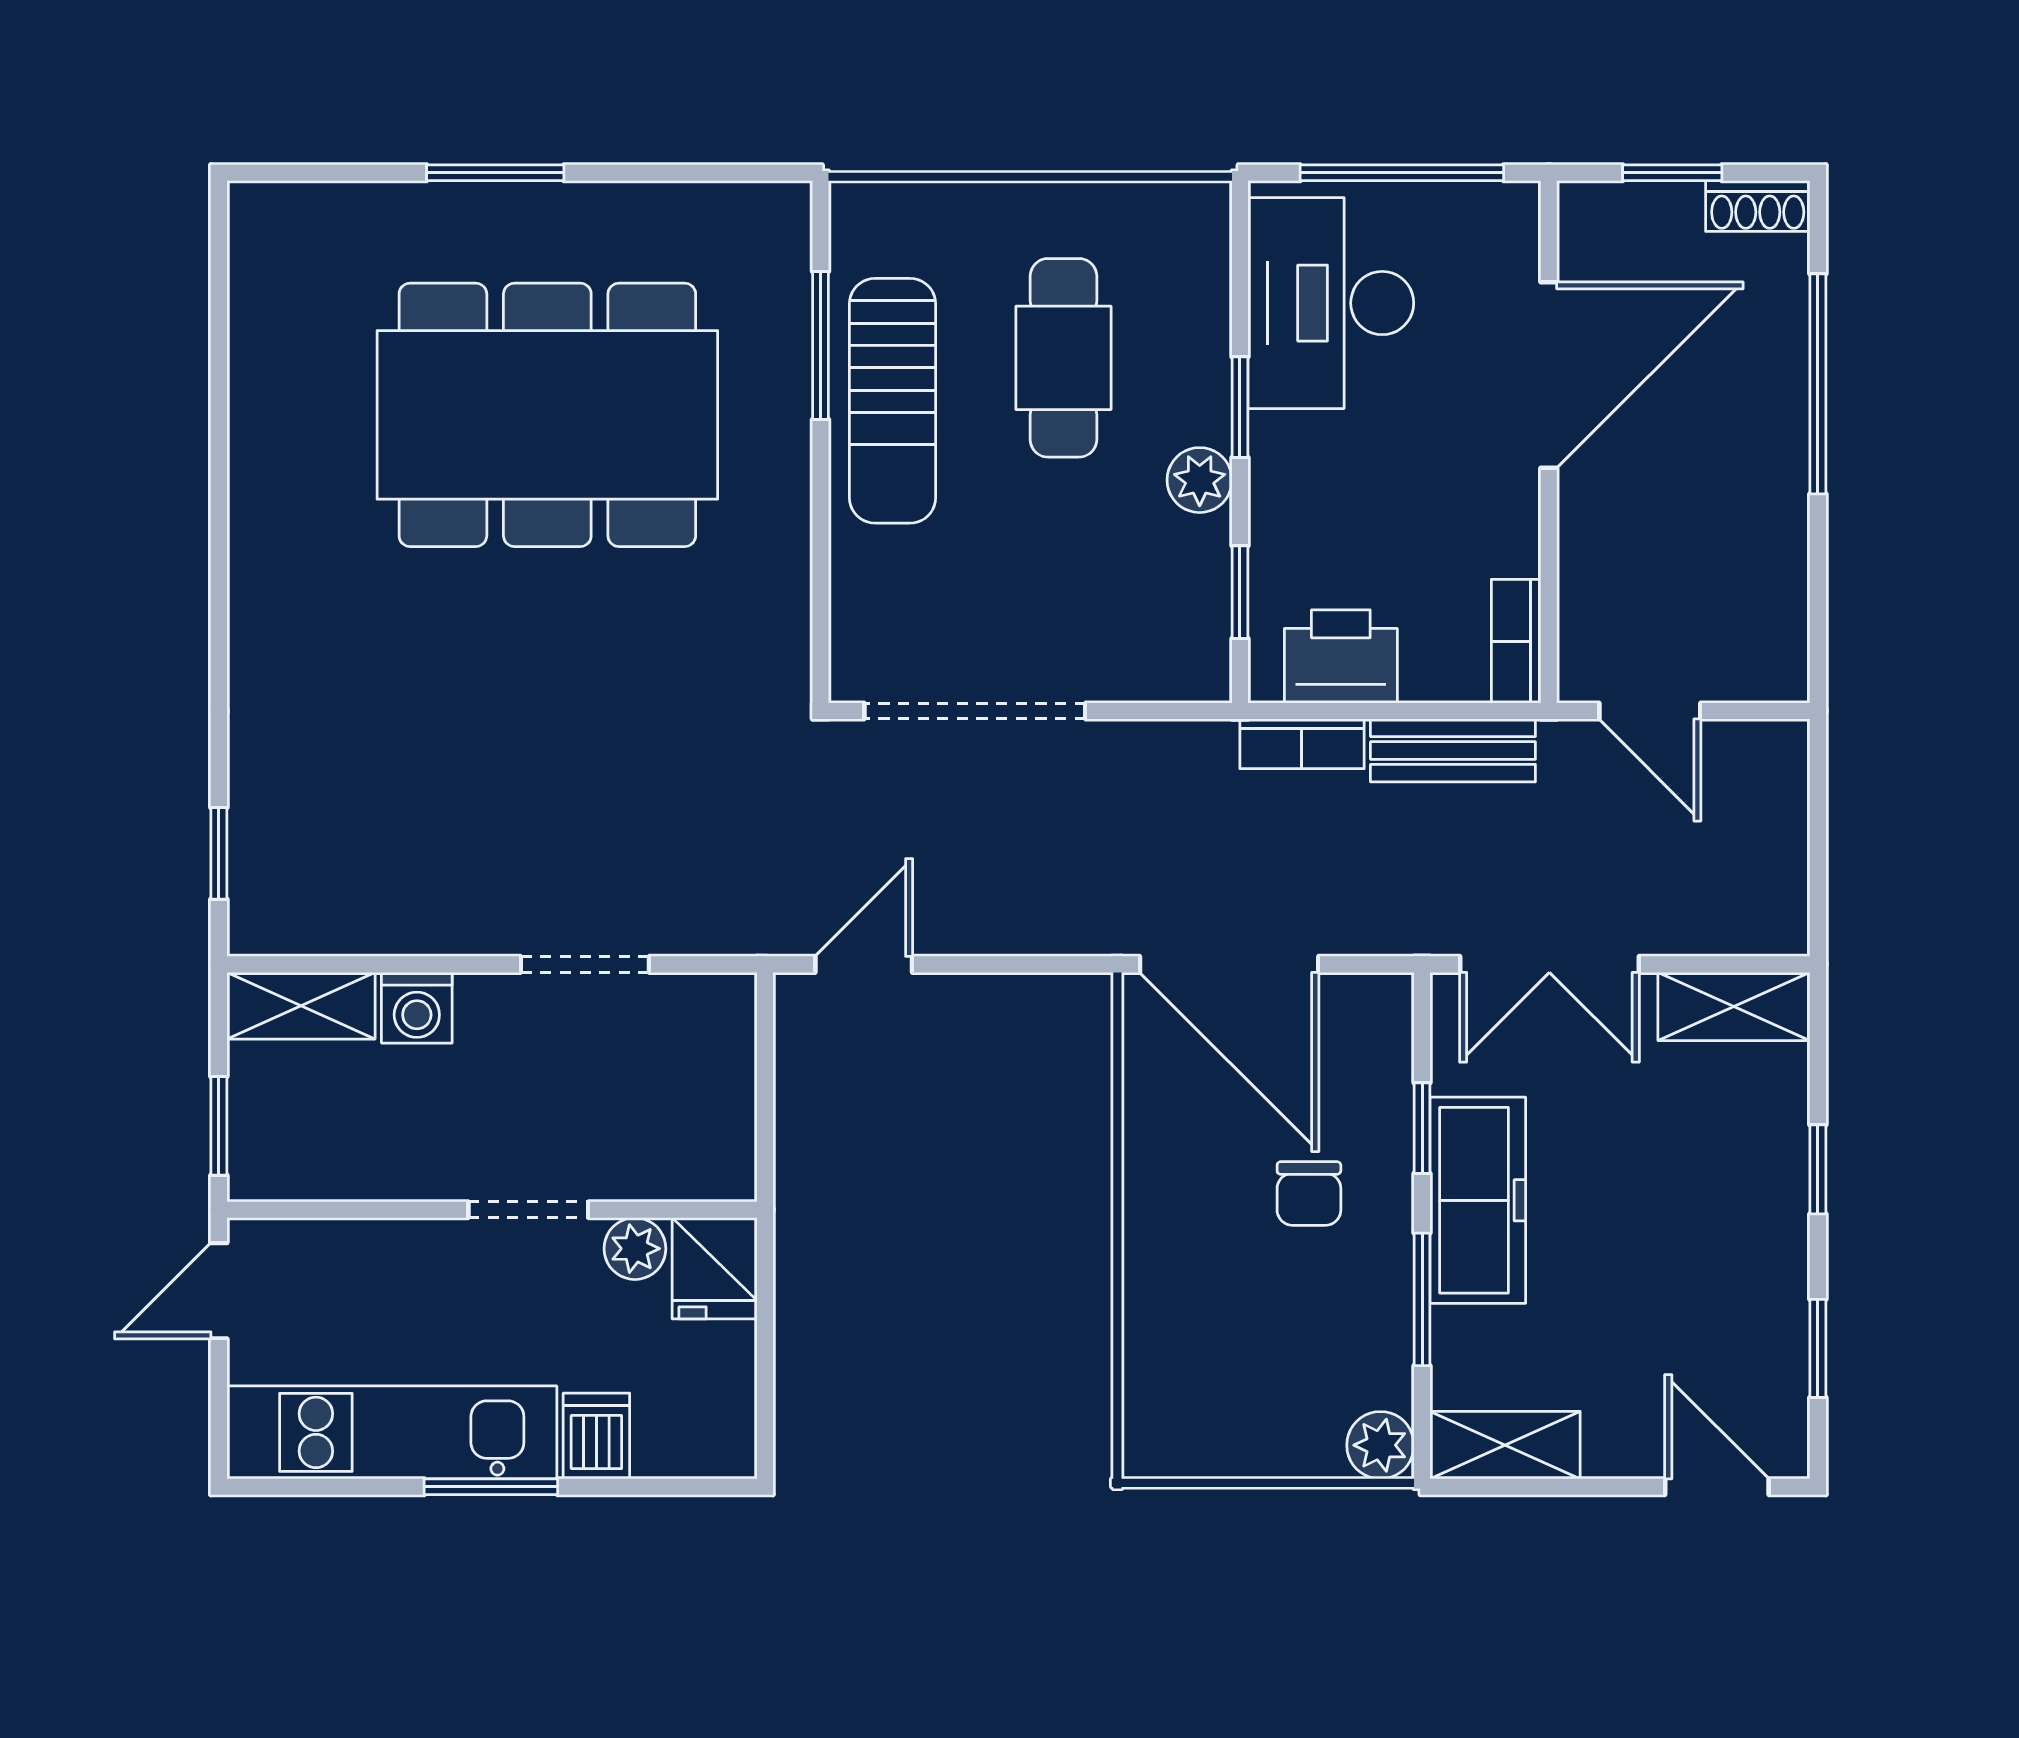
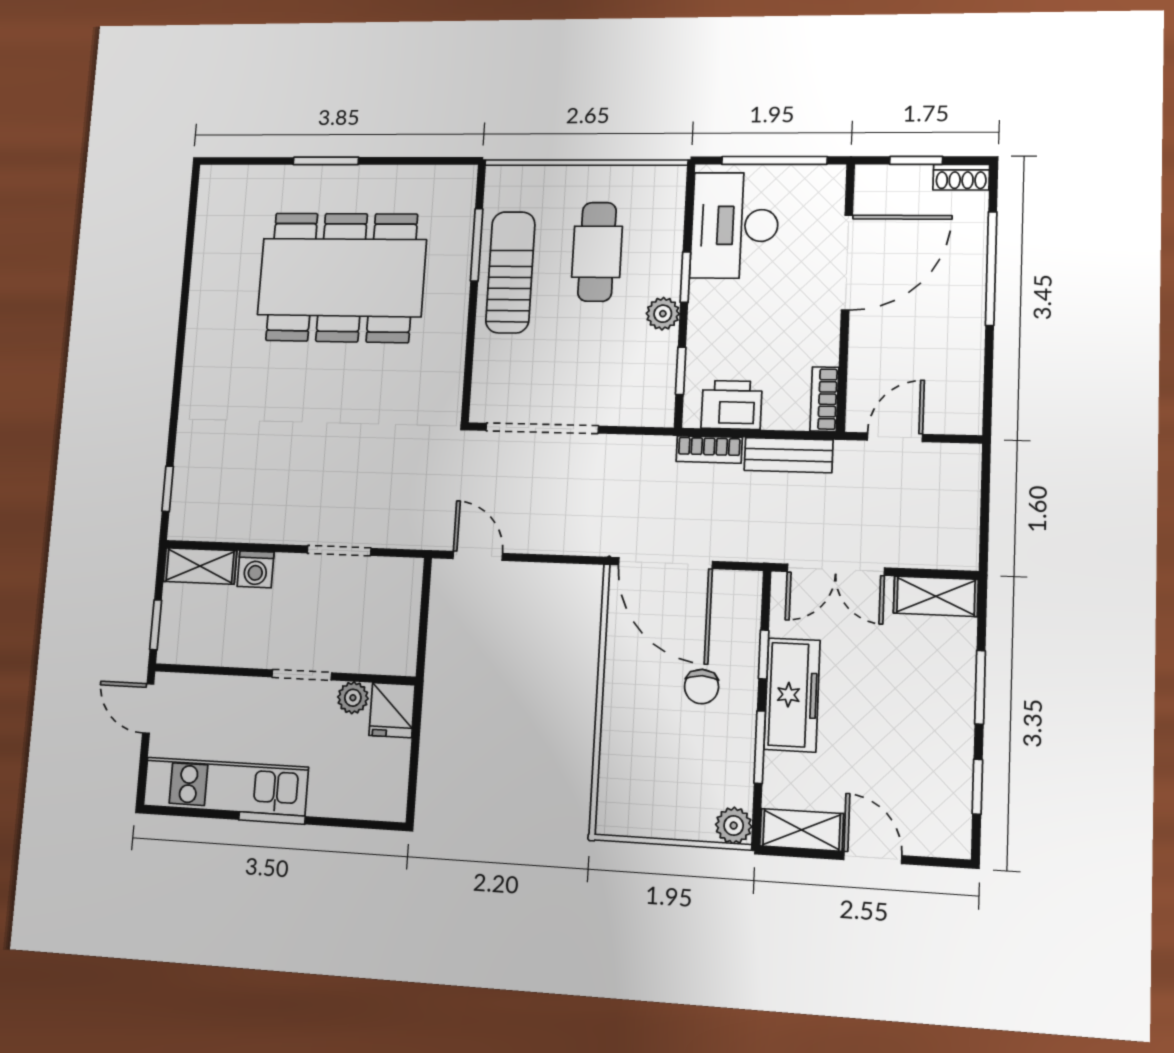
sun lounger: (893, 401) -> (510, 272), turned 180
door: (1650, 711) -> (895, 437), swing flipped
door: (864, 964) -> (478, 556), hinge flipped
window: (1818, 1169) -> (980, 687), width x1.50
door: (219, 1291) -> (148, 708), hinge flipped
dishwasher: (596, 1436) -> (326, 795), removed
door: (1717, 1487) -> (873, 858), moved

